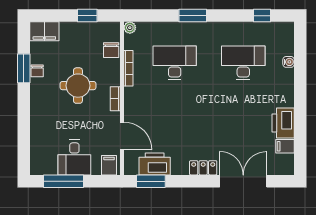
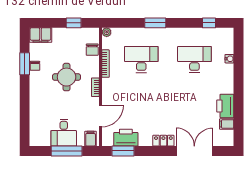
door: (122, 136) -> (101, 116), hinge flipped
window: (63, 181) -> (67, 151), moved

